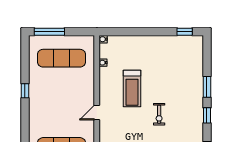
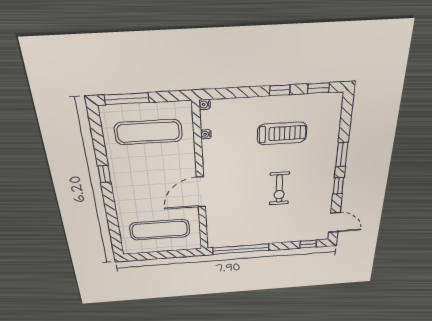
window: (157, 32) -> (280, 90), added
treadmill: (132, 89) -> (282, 133), moved, turned -90
door: (97, 112) -> (201, 192), width x1.87
exercise bike: (159, 114) -> (279, 189), width x1.38, depth x1.39

